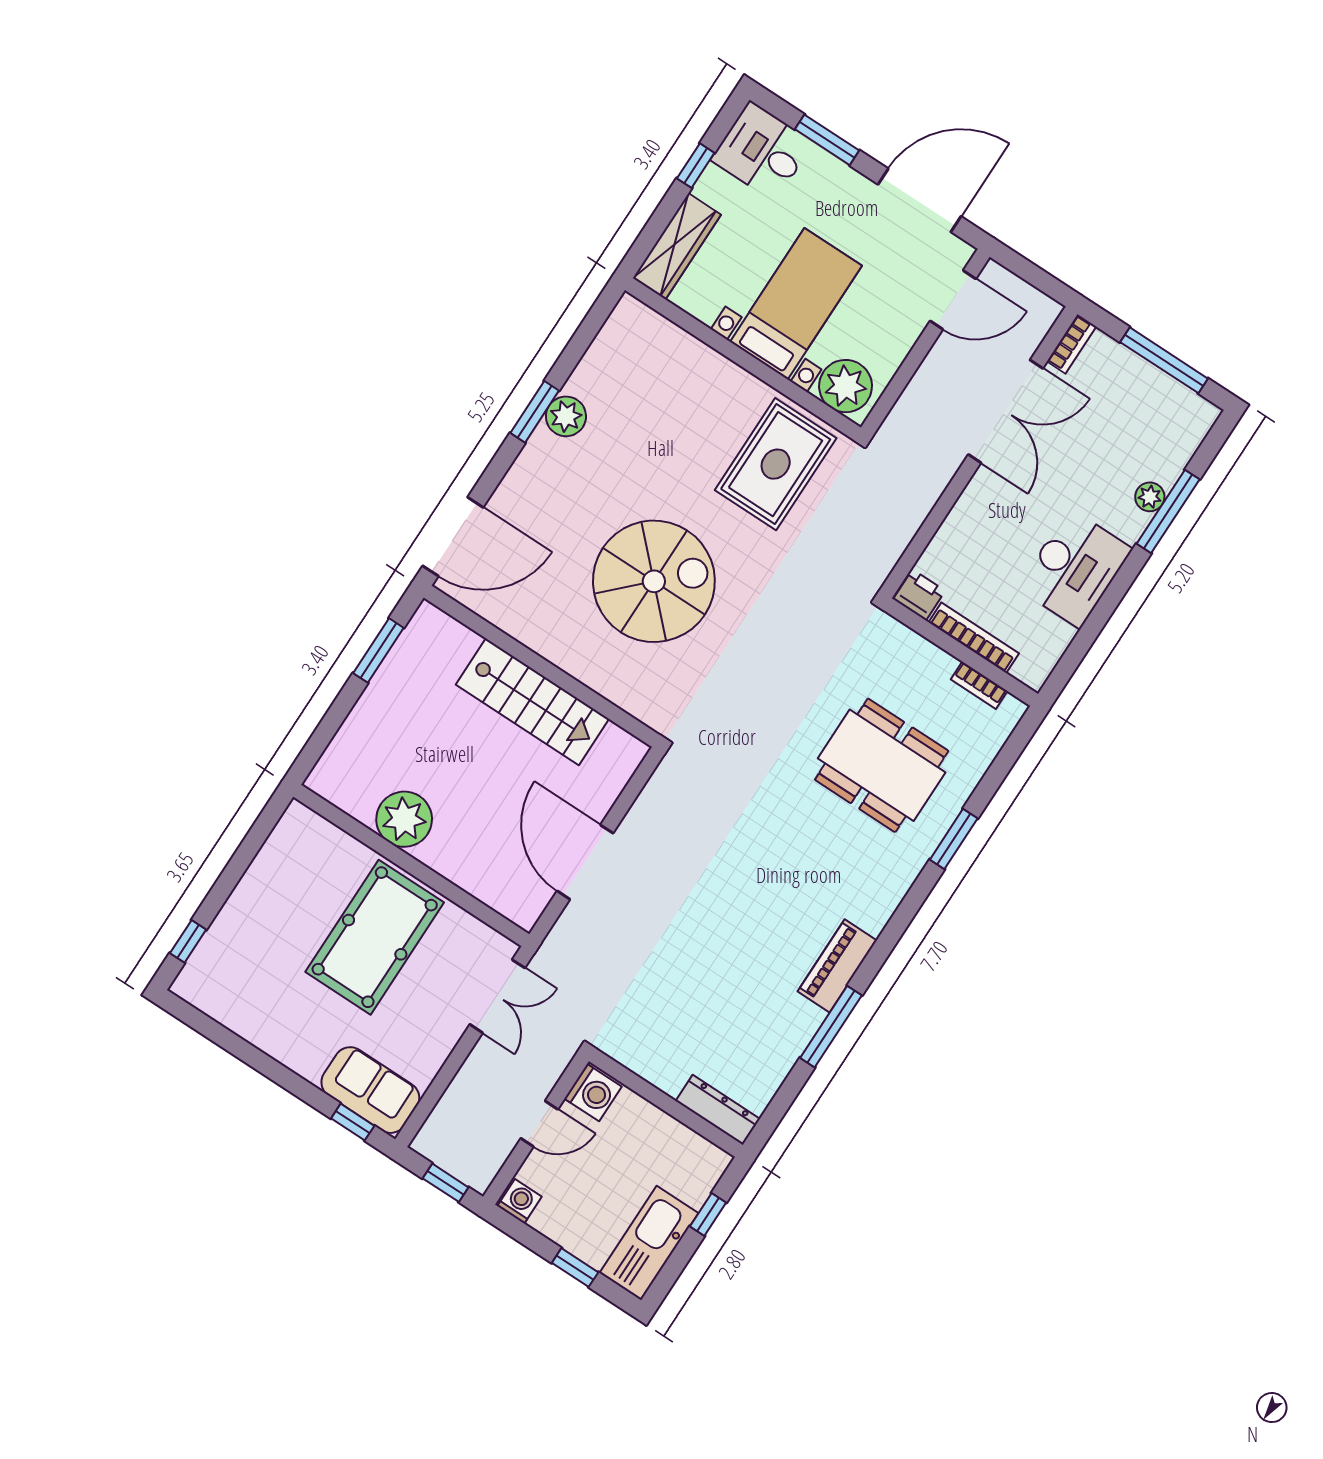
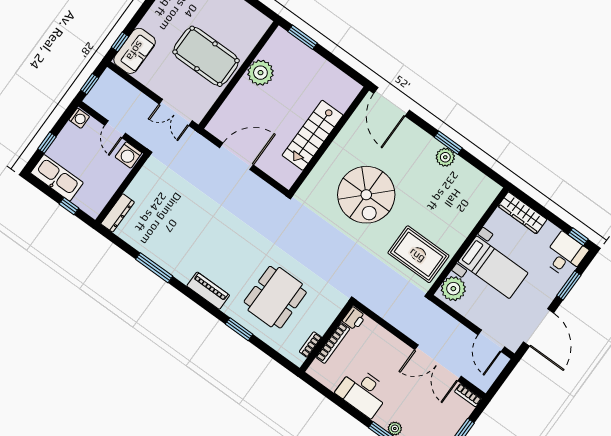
window: (696, 166) -> (578, 237), moved
window: (378, 650) -> (303, 37), moved
piano: (837, 966) -> (208, 291), moved

